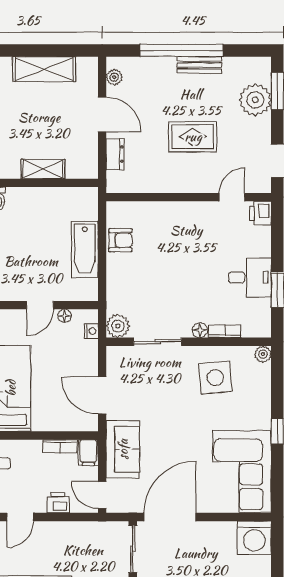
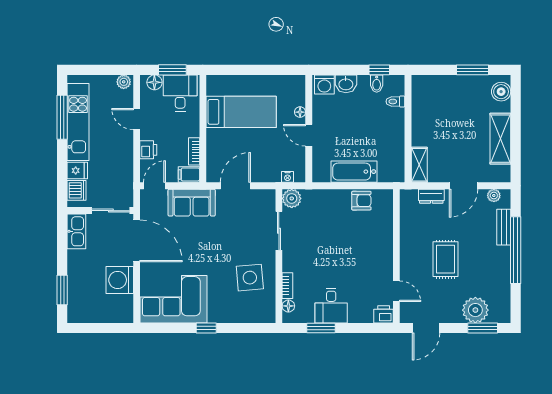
bench: (199, 65) -> (504, 227), moved
shelving: (43, 169) -> (419, 165), moved
armchair: (121, 240) -> (361, 201), turned -90
floor lamp: (64, 316) -> (300, 112), moved
floor lamp: (200, 330) -> (288, 306), moved
plant: (263, 354) -> (269, 316), removed
washing machine: (254, 538) -> (120, 280), moved

